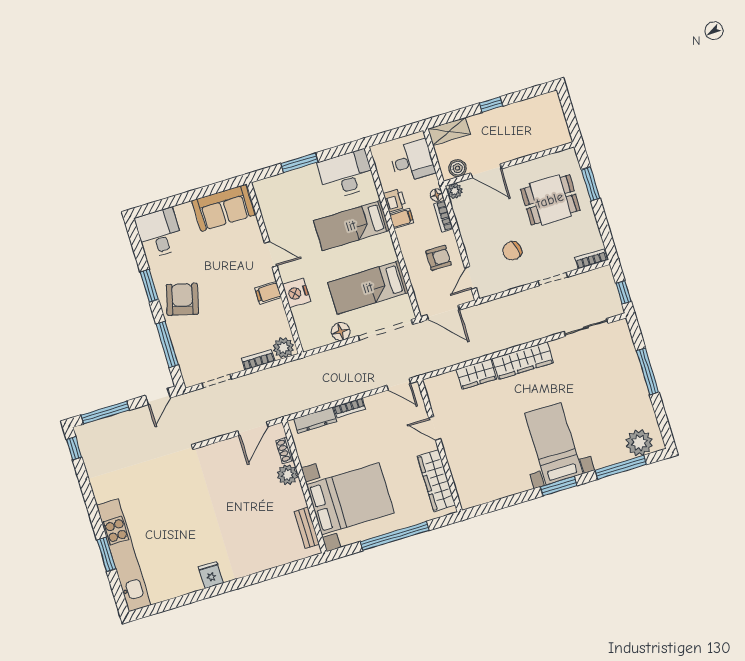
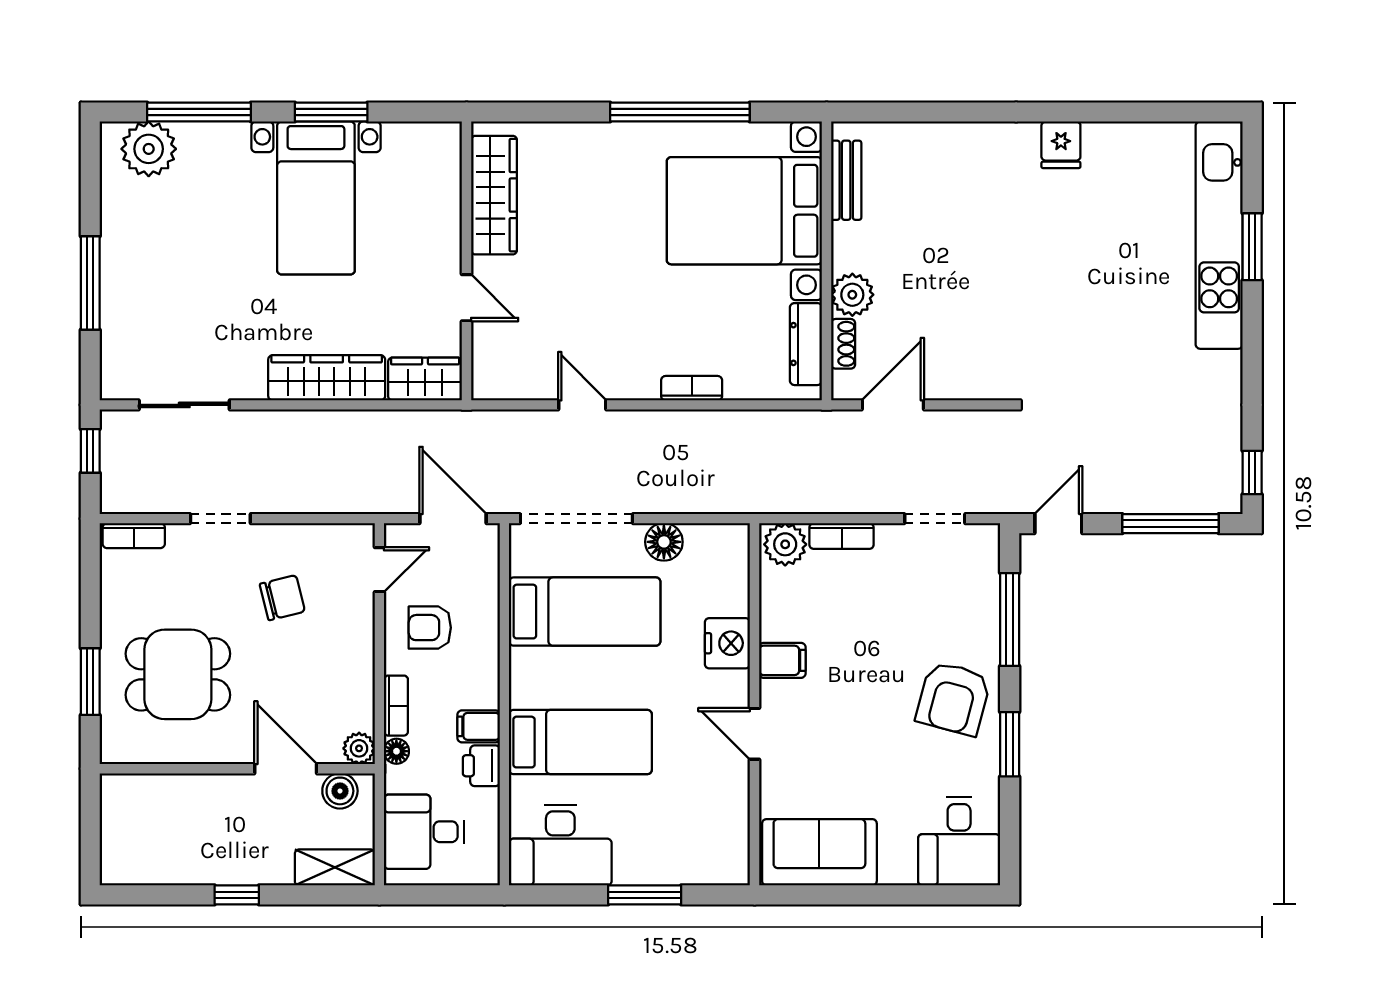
dresser: (315, 420) -> (806, 344), moved, turned -90
door: (435, 428) -> (467, 298), moved
wall: (440, 446) -> (467, 261), moved
wardrobe: (436, 481) -> (494, 195), moved

